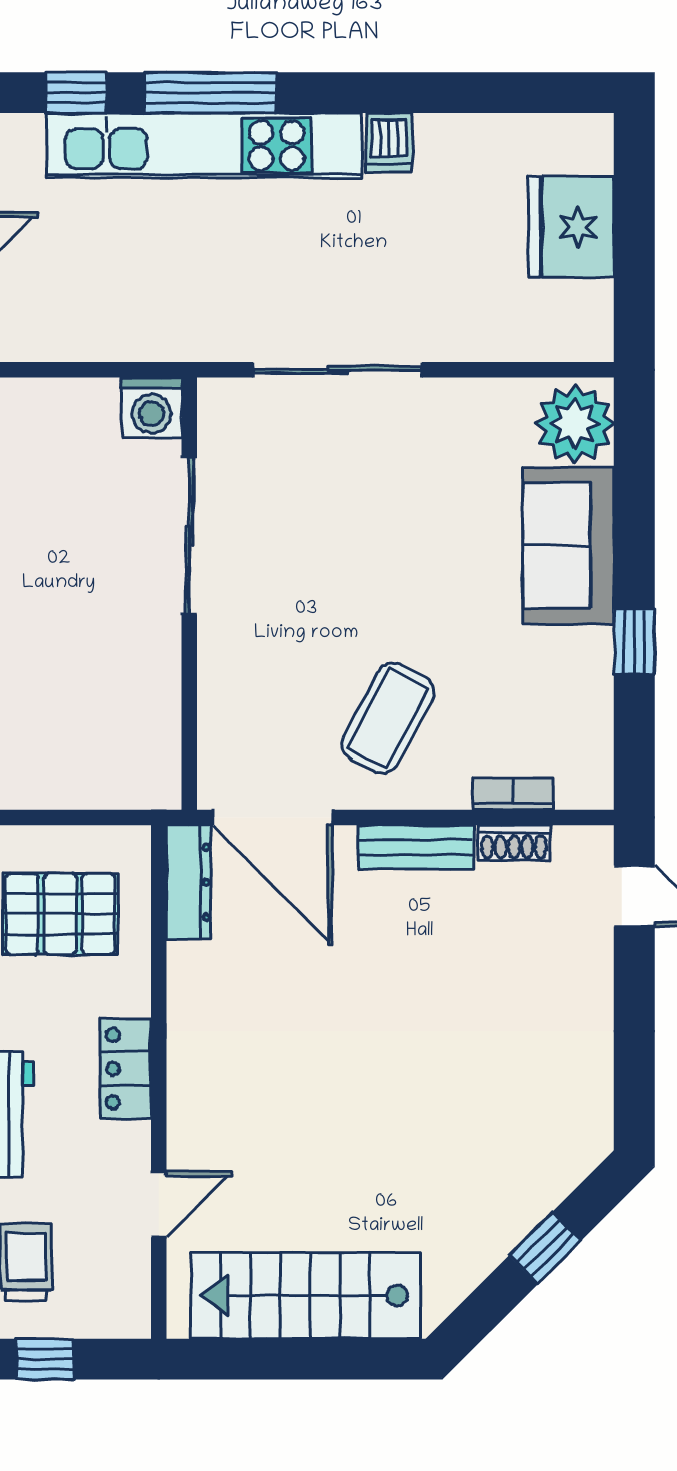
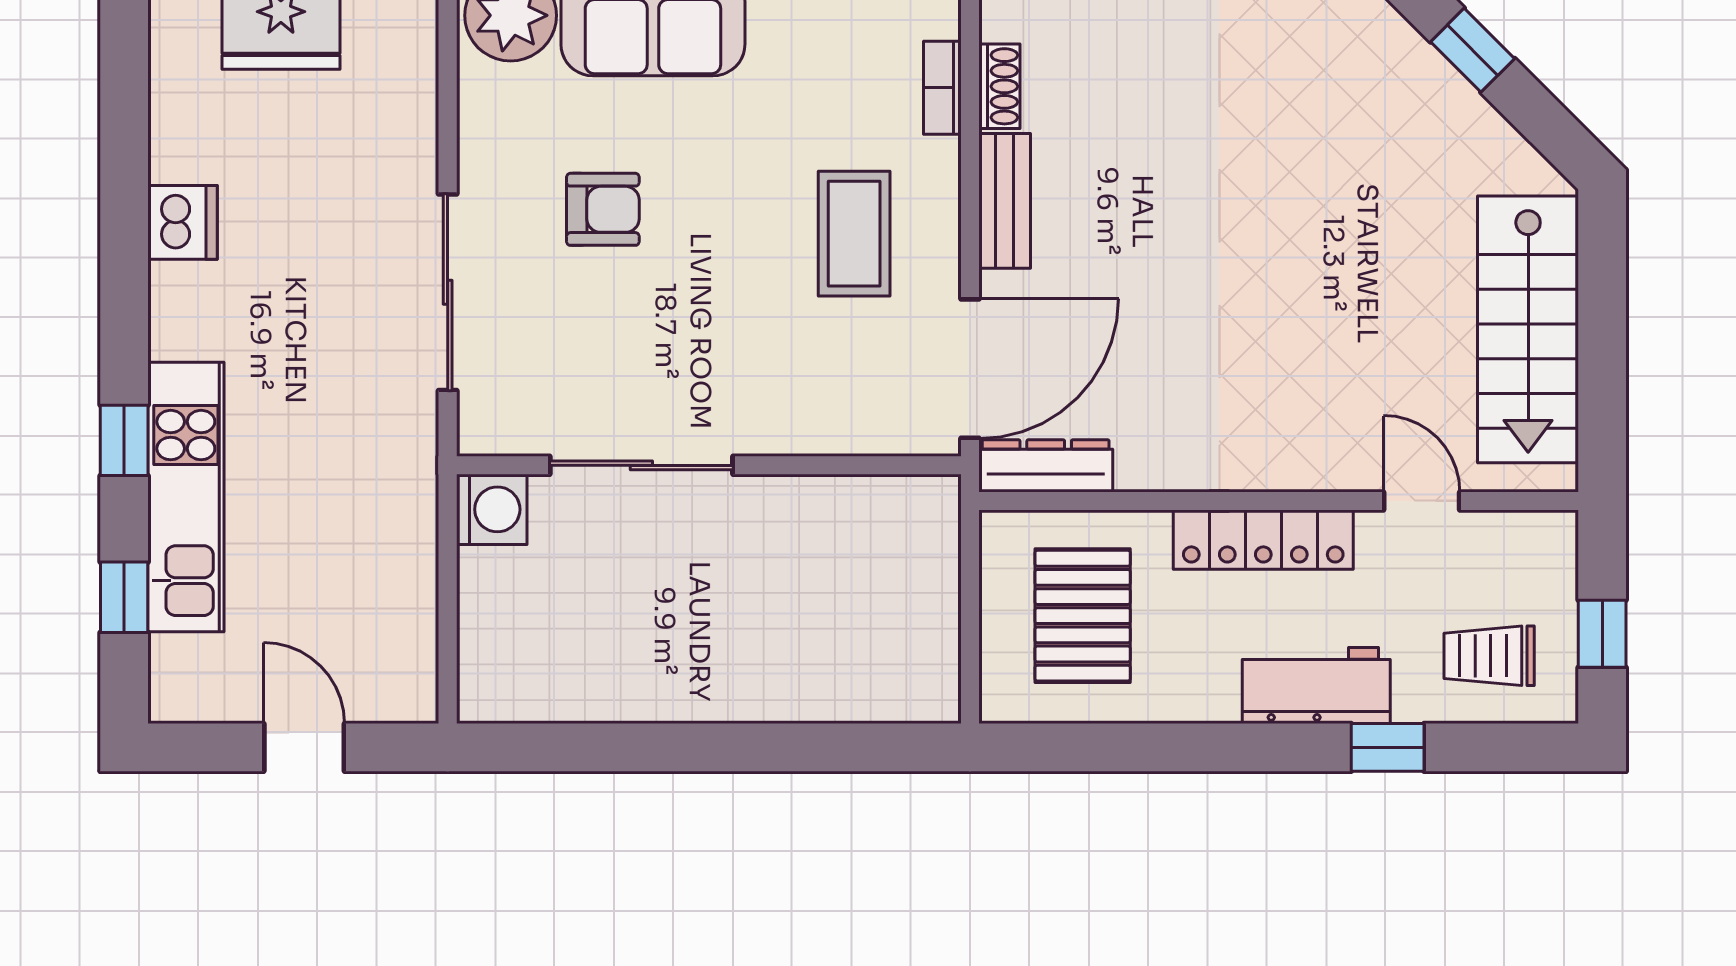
window: (211, 93) -> (124, 440), width x0.46
dishwasher: (389, 143) -> (183, 222), width x1.38
kitchen unit: (204, 146) -> (186, 497), width x0.73
armchair: (409, 503) -> (603, 209), added
coffee table: (388, 718) -> (854, 234), turned 62
locker: (126, 1069) -> (1263, 540), width x1.53

